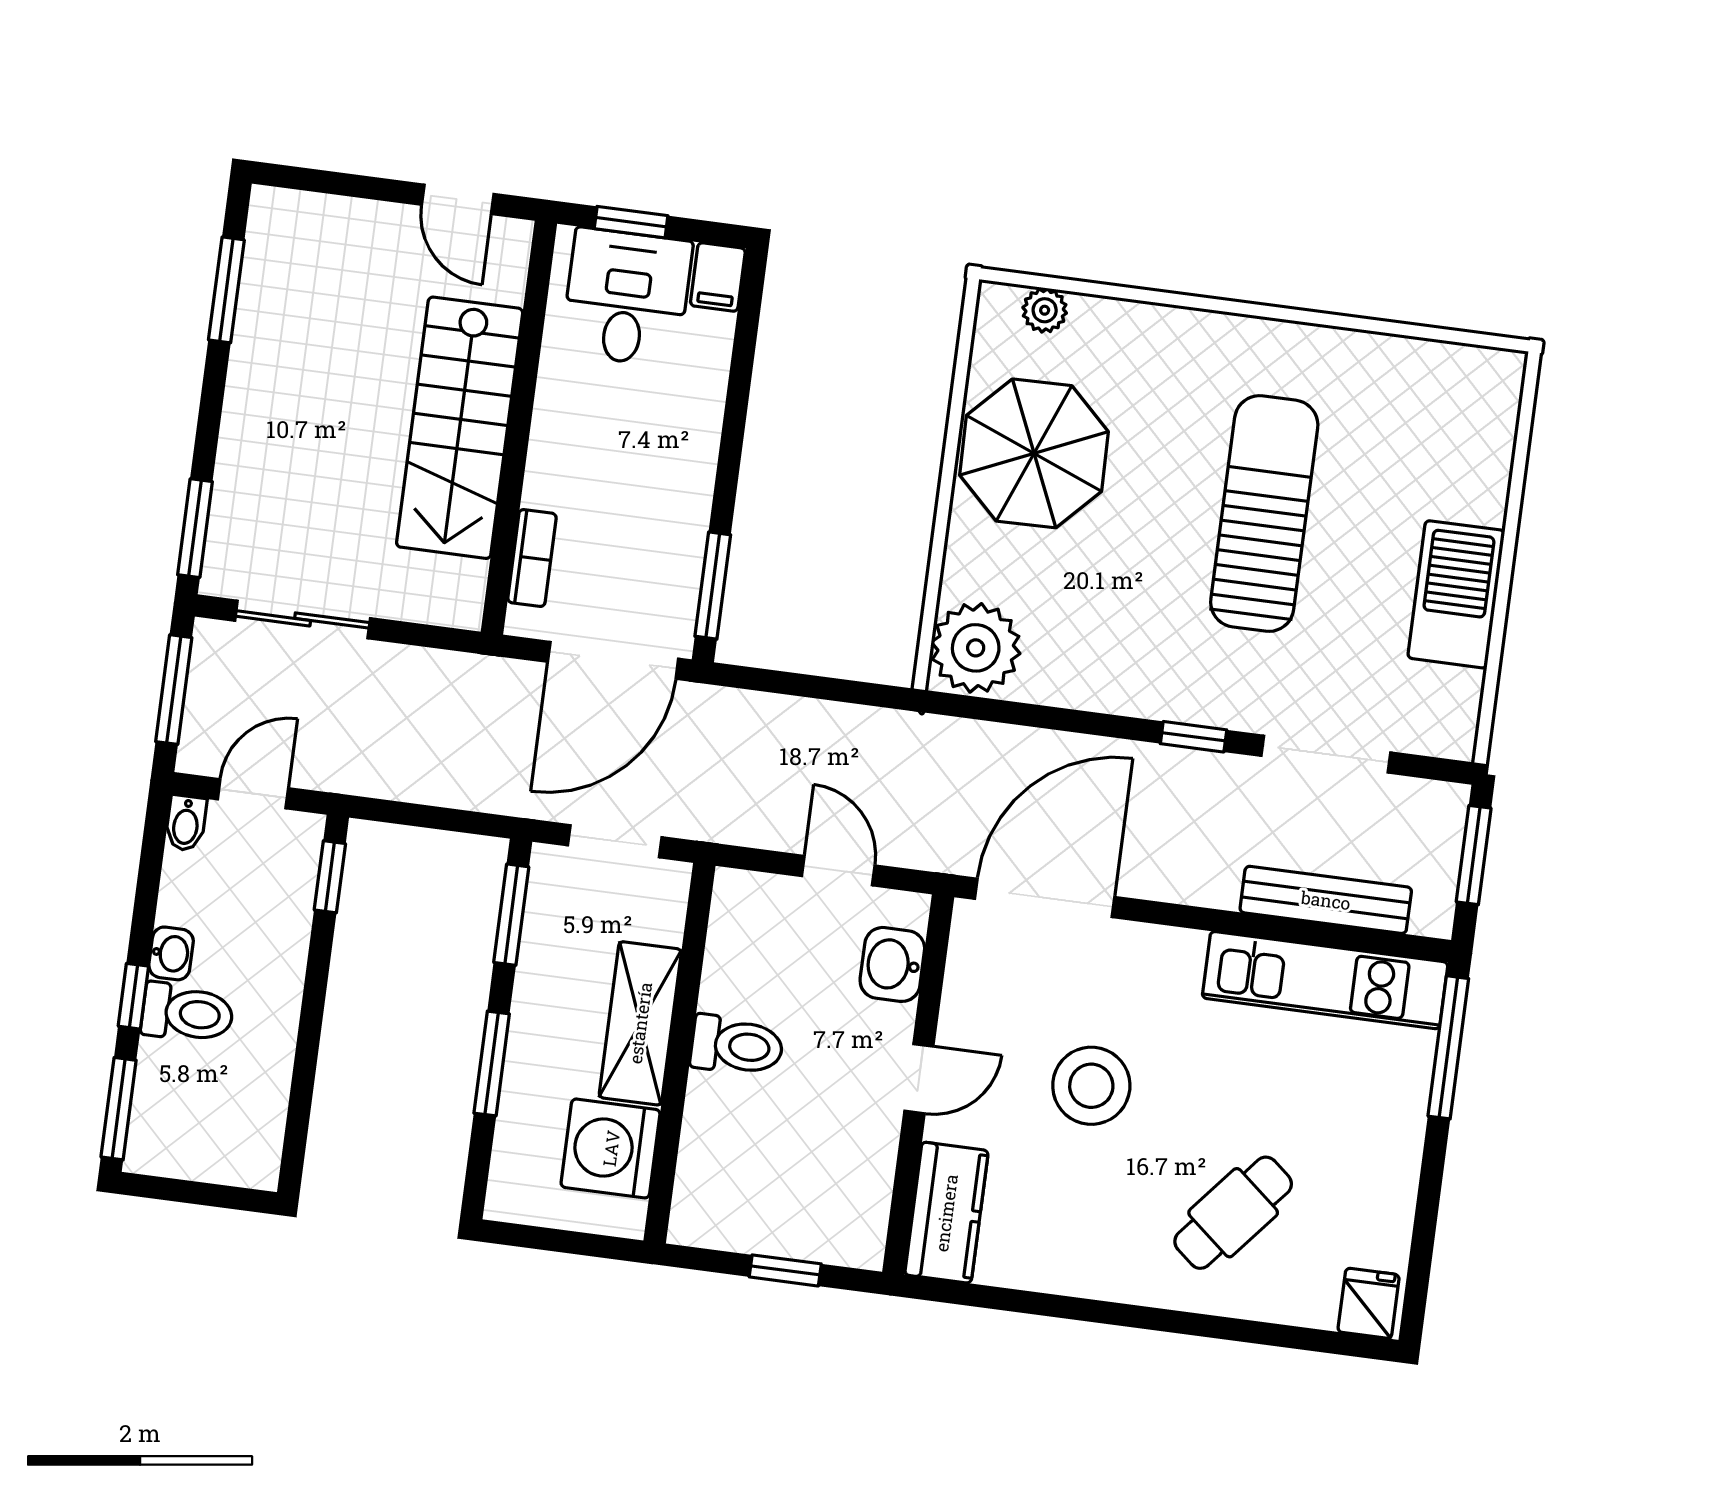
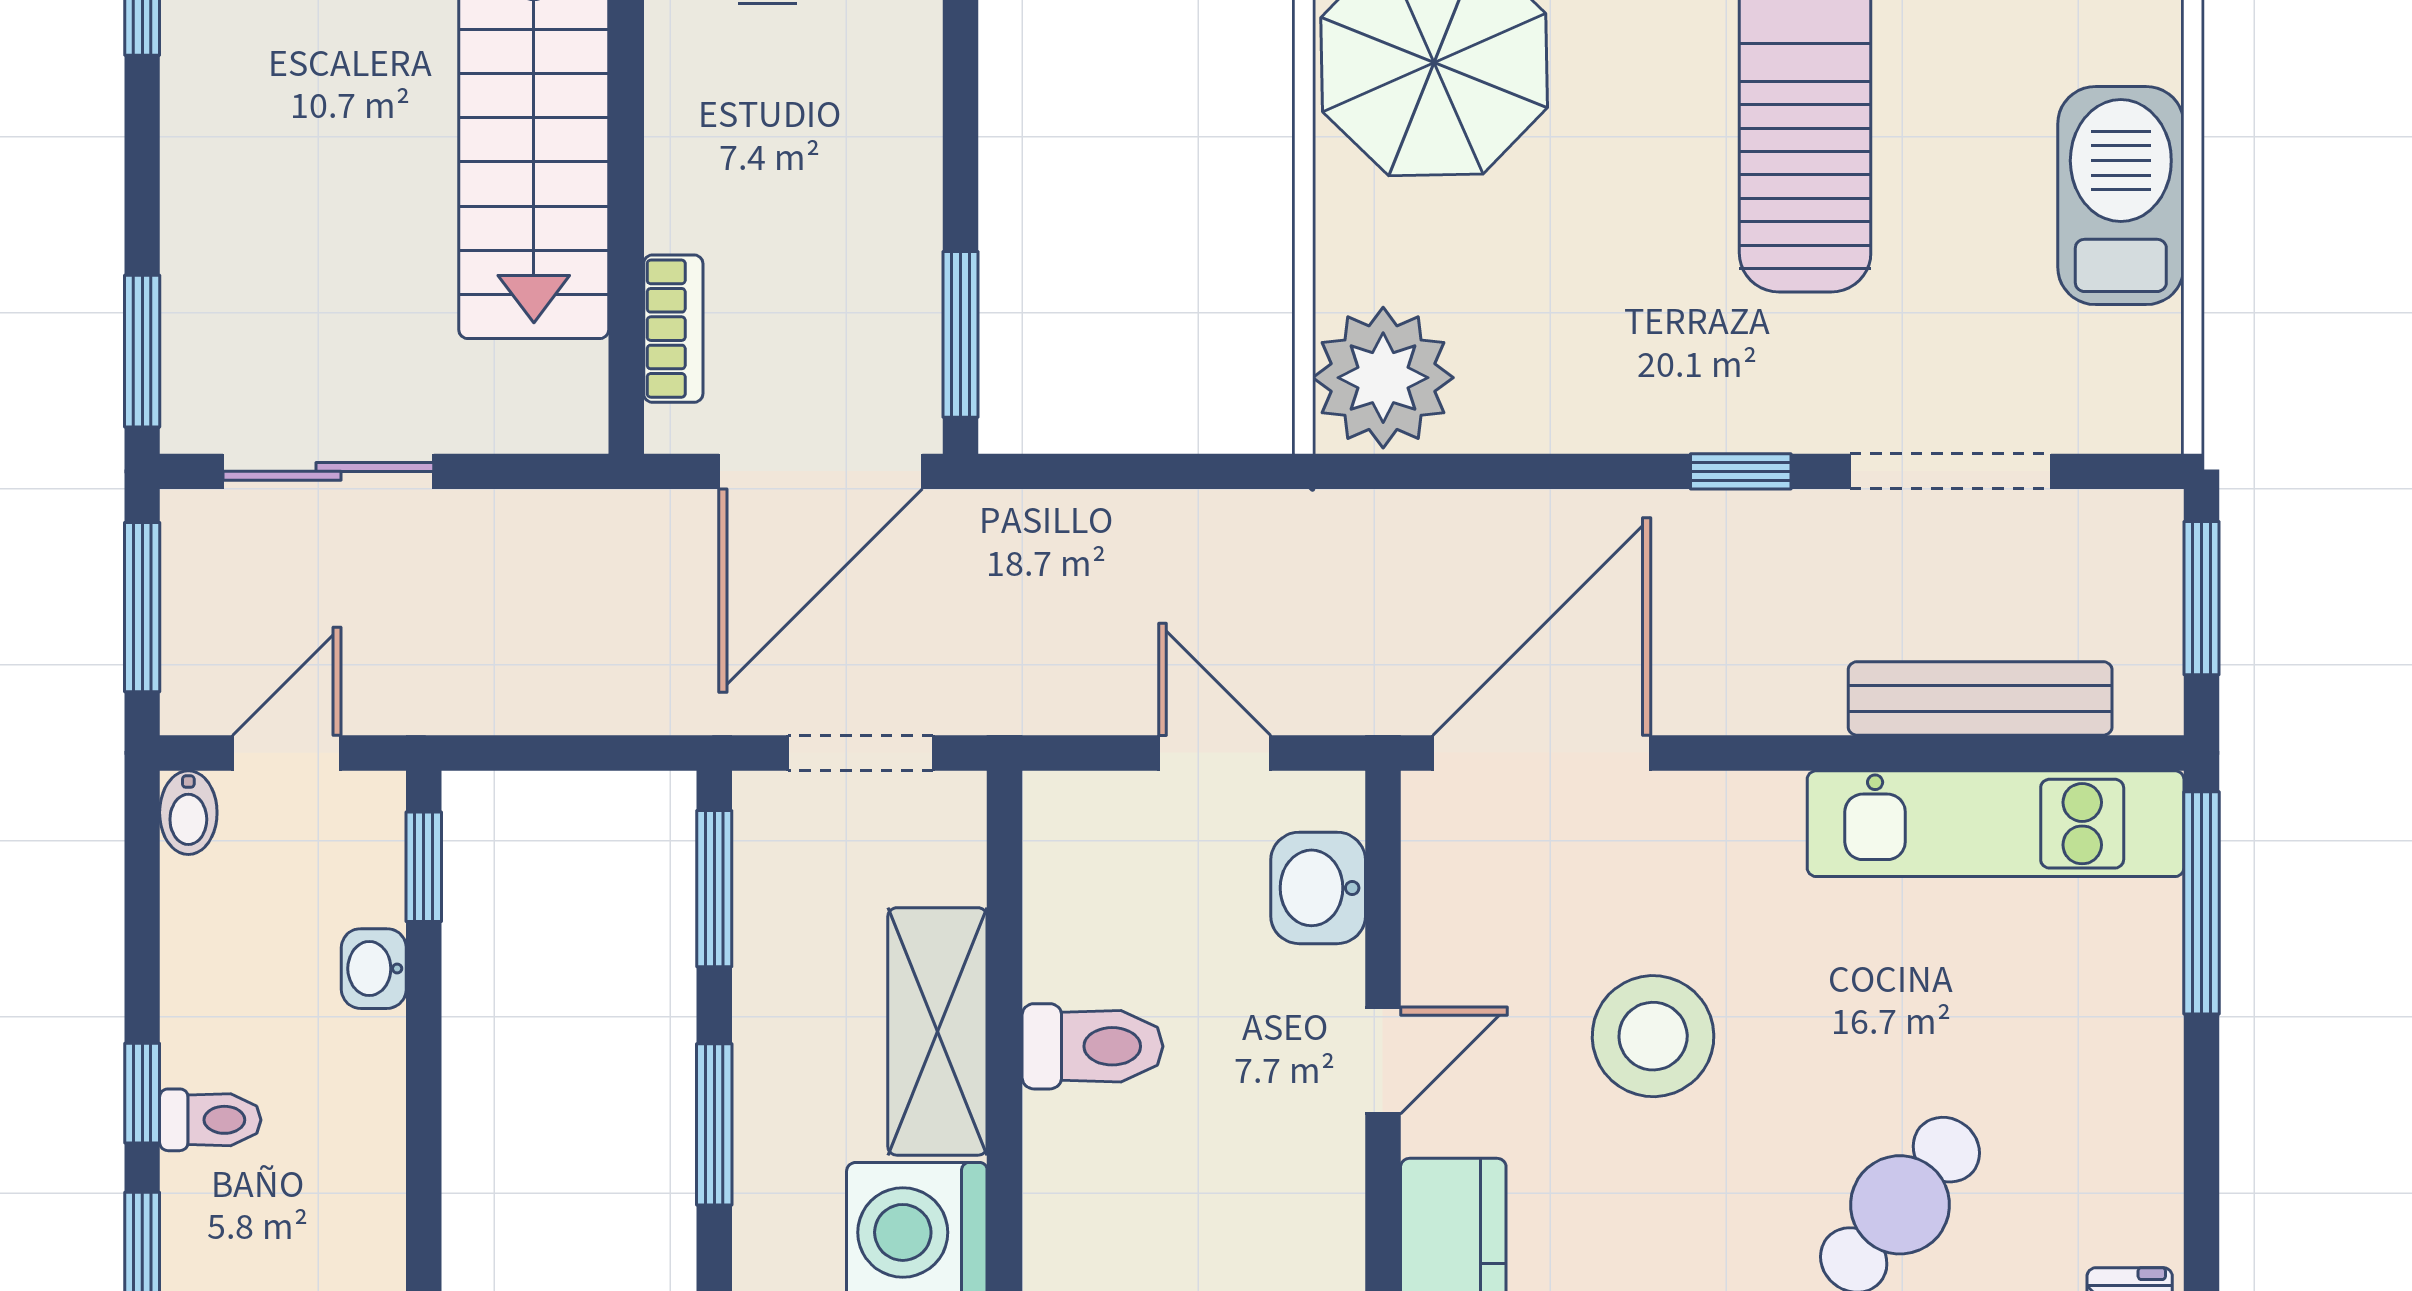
washbasin: (171, 953) -> (374, 969), moved, turned 180
toilet: (187, 1013) -> (210, 1120), width x0.73, depth x0.72

